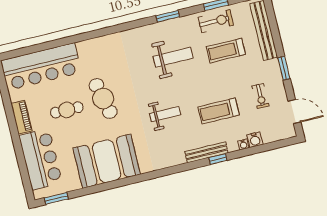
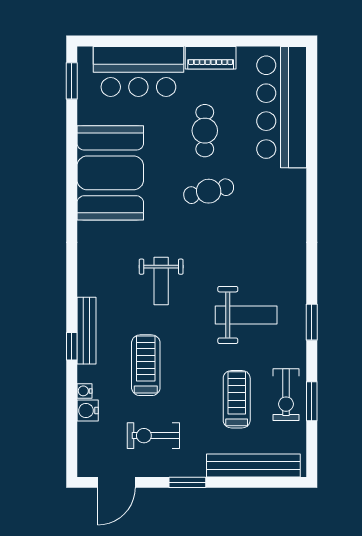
weight bench: (173, 57) -> (246, 315), turned -90
exercise bike: (260, 96) -> (153, 436), width x1.38, depth x1.39
cafe table: (103, 99) -> (209, 191), width x0.73, depth x0.74

